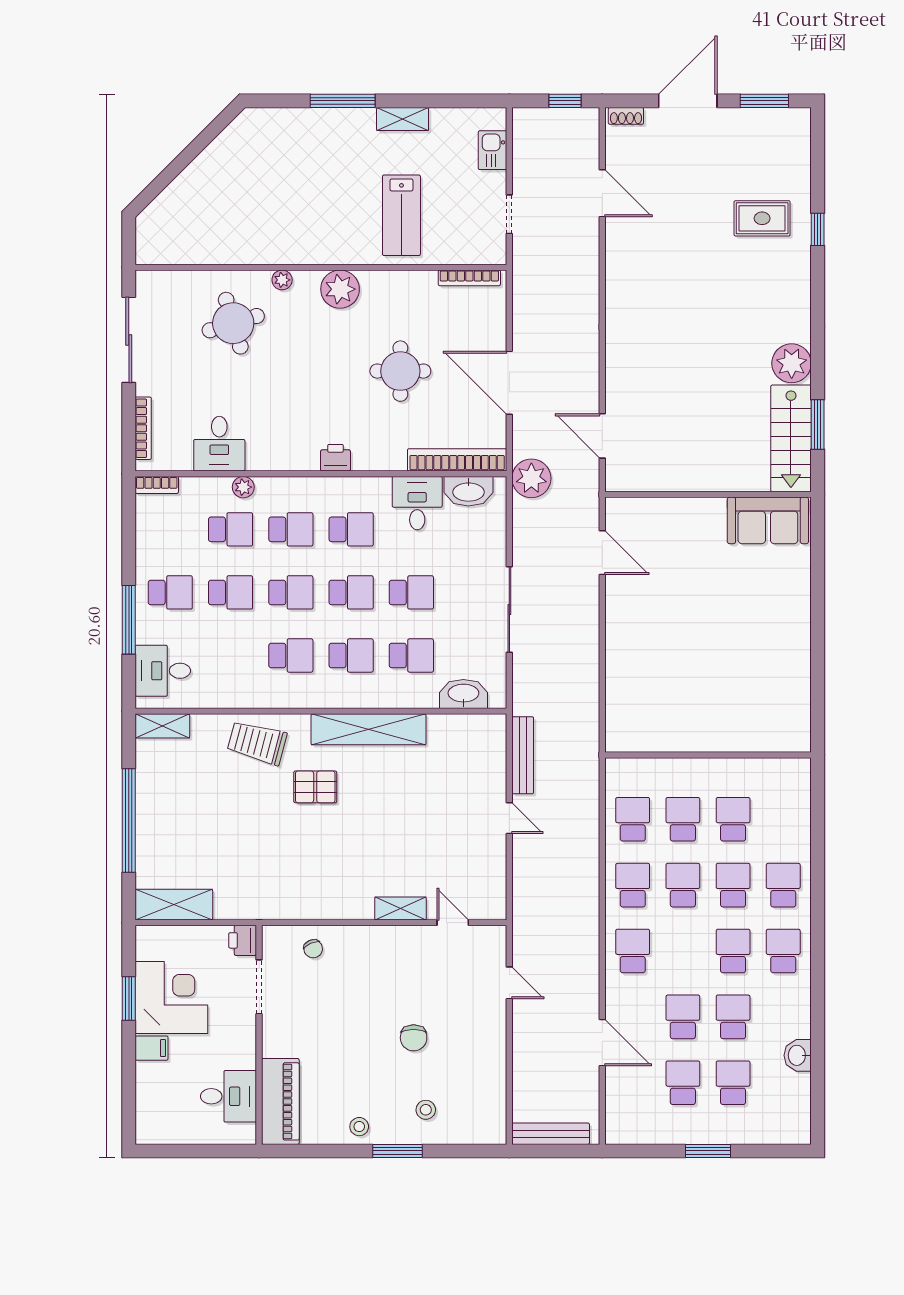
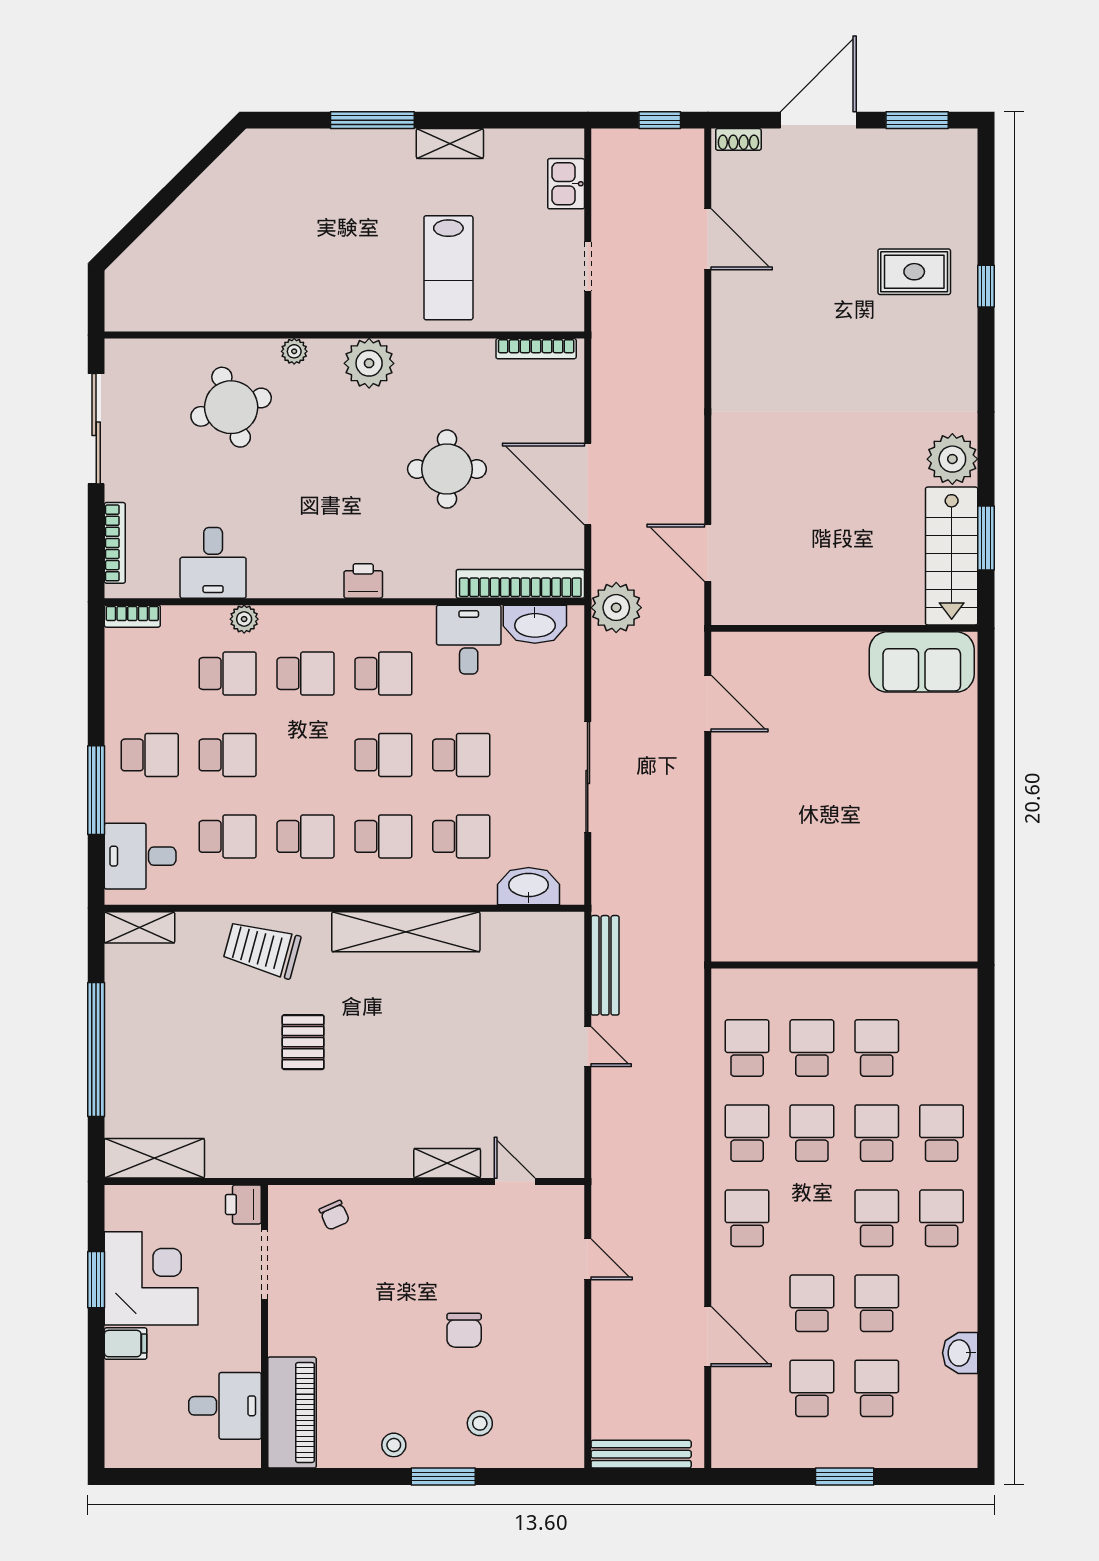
school desk: (291, 592) -> (228, 836), moved
pallet: (315, 787) -> (303, 1042), moved, turned 90

